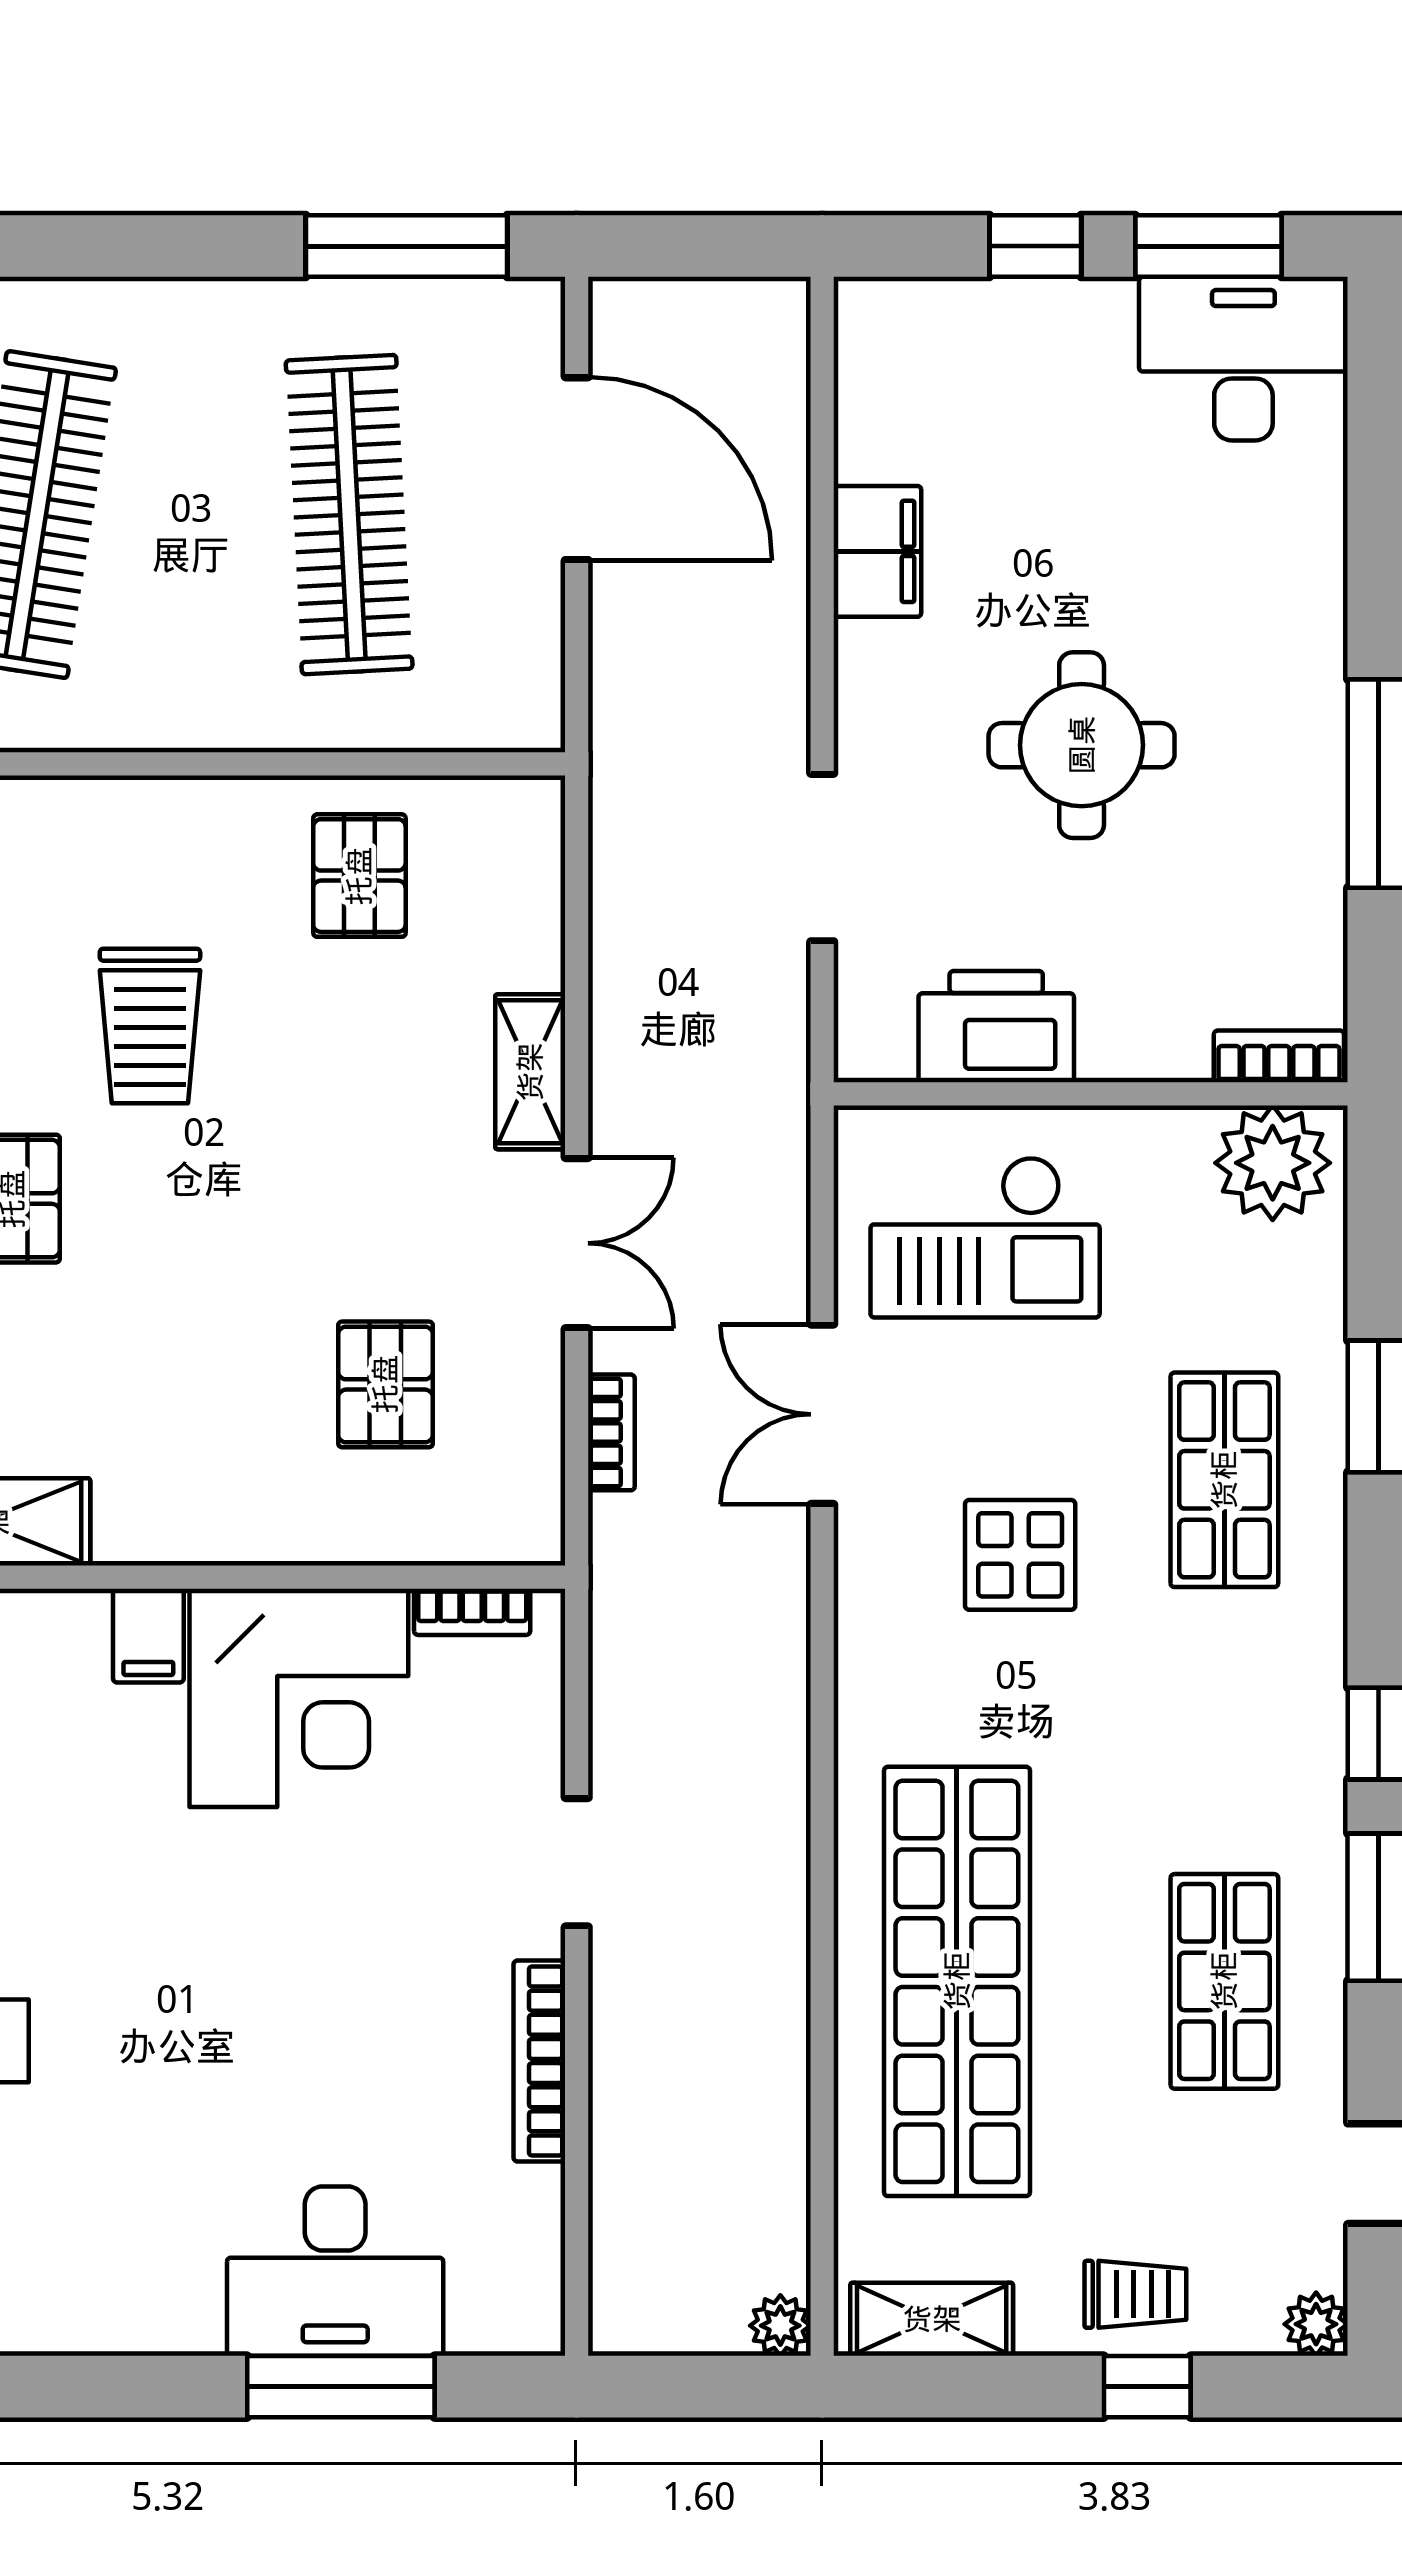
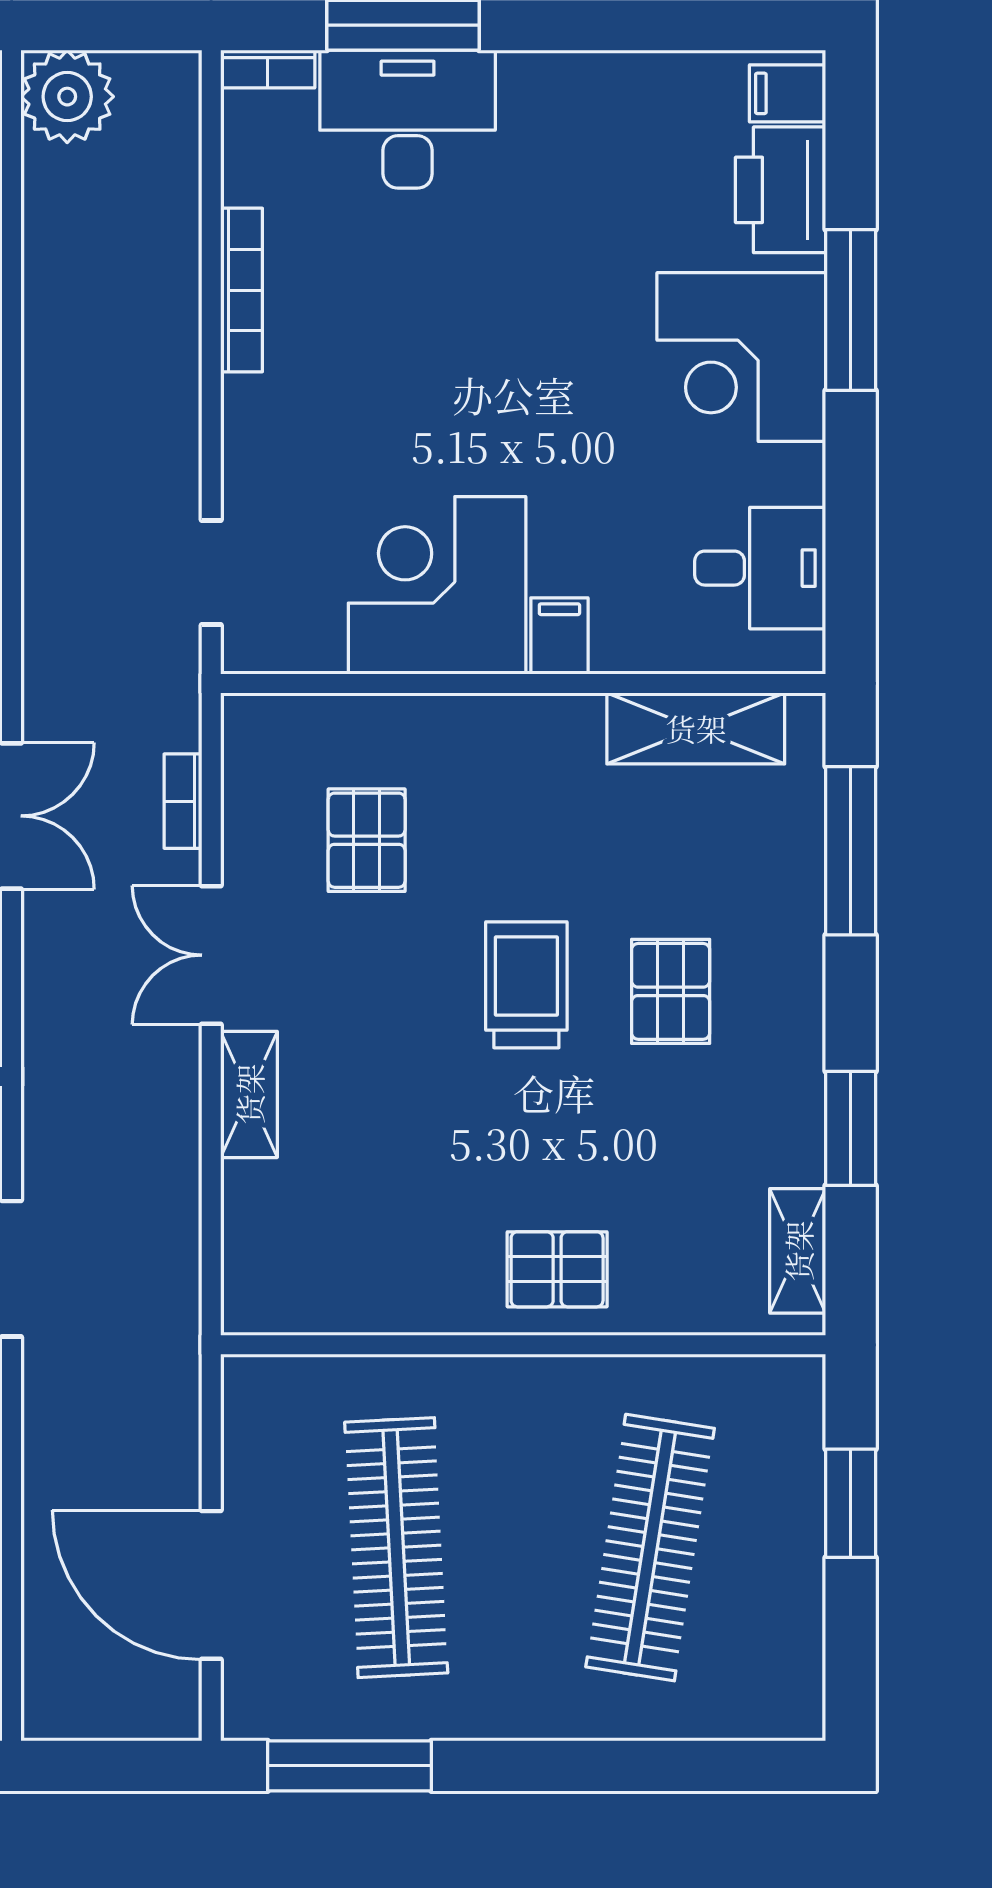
pallet: (359, 876) -> (557, 1269), moved, turned 90
trolley: (150, 1026) -> (526, 985), moved
bookcase: (472, 1612) -> (268, 69), moved, turned 180
doorway: (577, 1862) -> (211, 572), moved
plant: (780, 2326) -> (67, 97), width x1.87, depth x1.87

